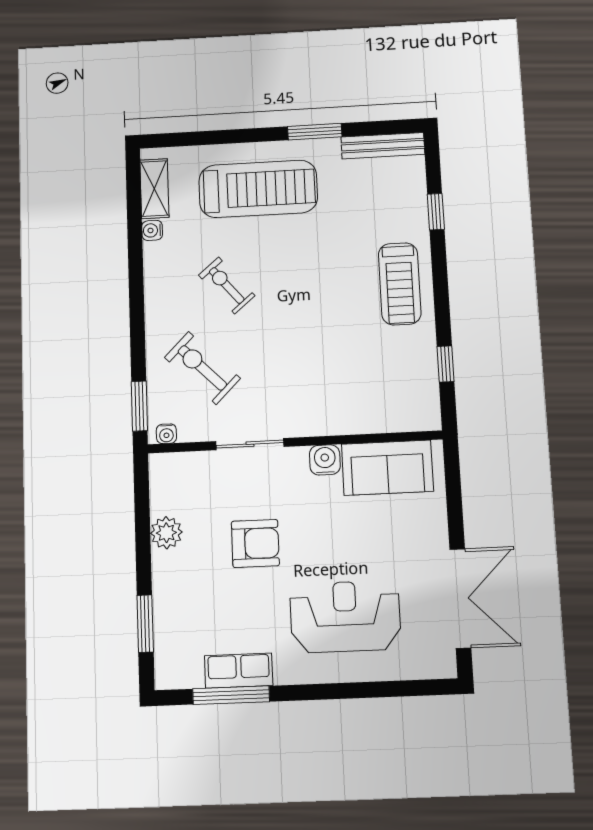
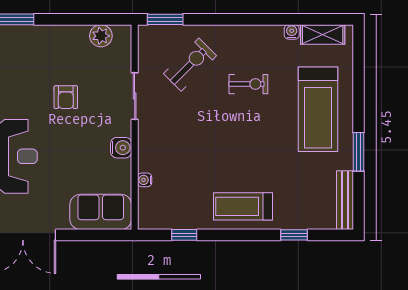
exercise bike: (227, 285) -> (248, 84), turned 40
water cooler: (166, 434) -> (145, 180), moved
sofa: (387, 468) -> (101, 212), moved, turned 90
plant: (166, 533) -> (101, 36), moved
armchair: (255, 543) -> (66, 97), width x0.72, depth x0.72

